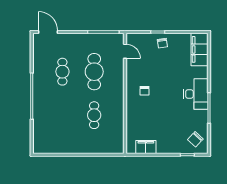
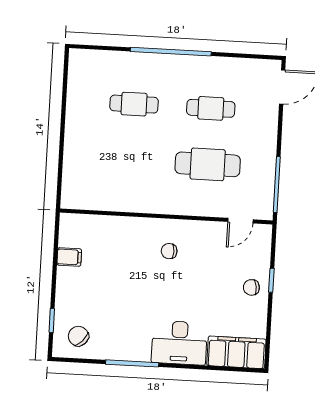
desk: (196, 94) -> (179, 343), moved
cafe table: (94, 115) -> (134, 104), moved
filing cabinet: (146, 147) -> (69, 257), width x0.50

